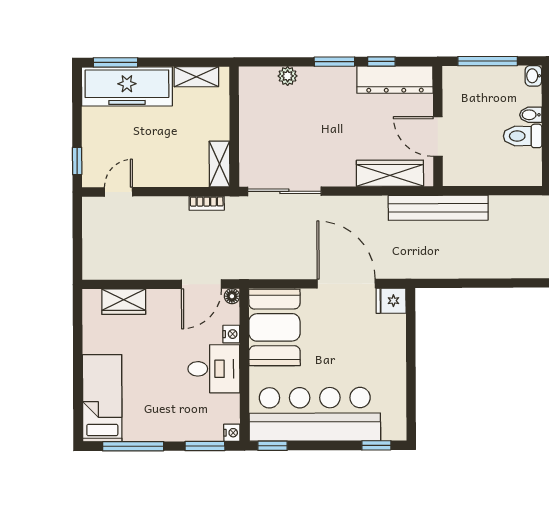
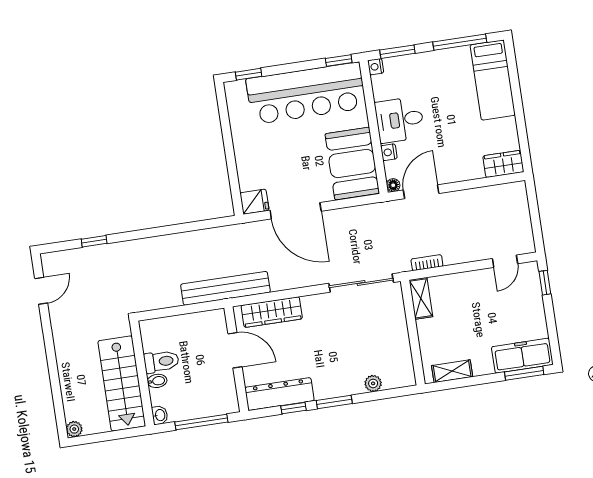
freezer: (127, 86) -> (522, 356), width x0.73, depth x0.79
wardrobe: (124, 302) -> (503, 164), moved

